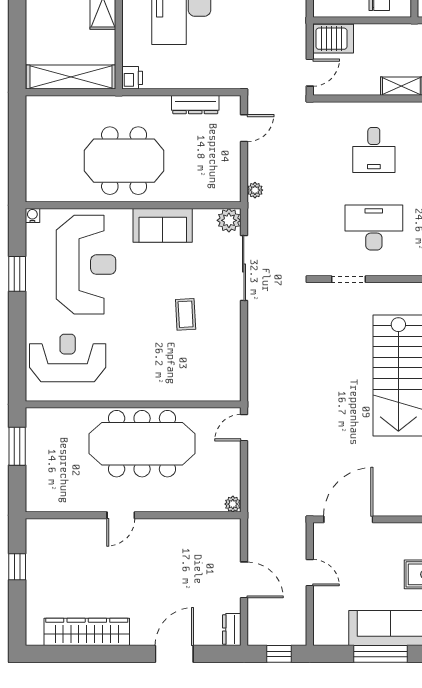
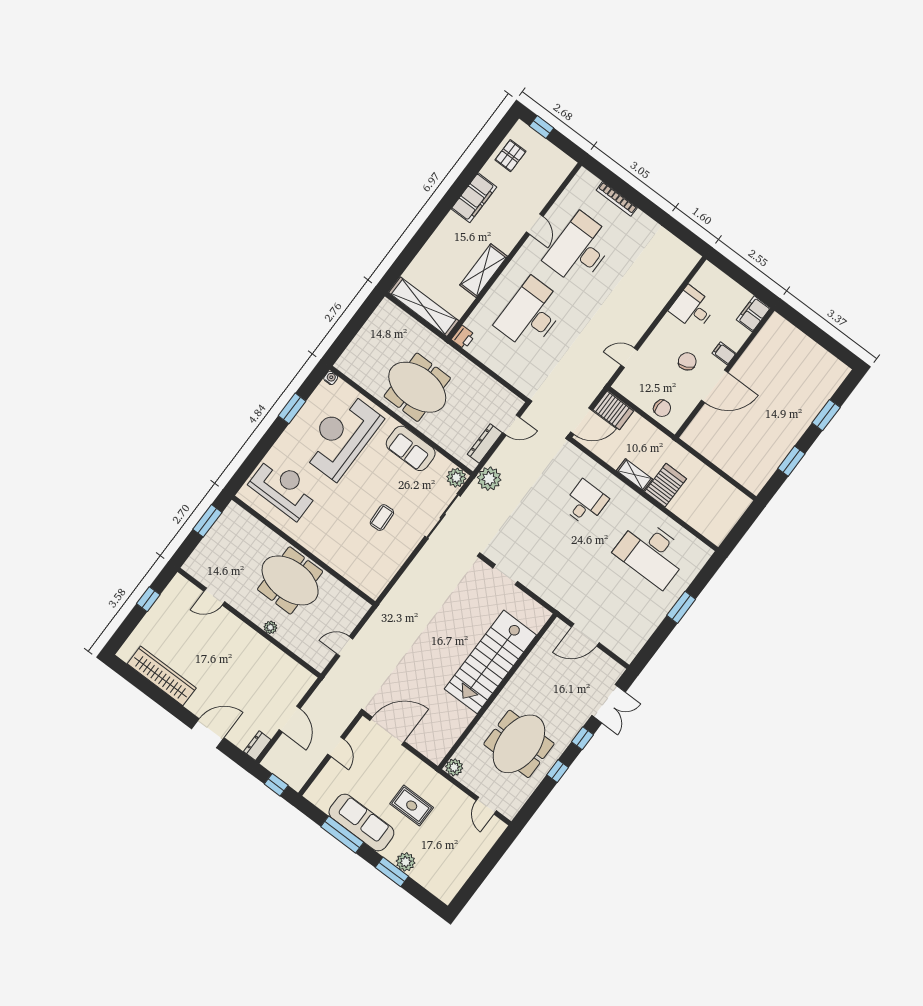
door: (310, 73) -> (581, 421), width x1.38
dresser: (195, 105) -> (485, 444), moved, turned 90
desk: (374, 150) -> (585, 503), turned 180
plant: (255, 190) -> (489, 479), width x1.87, depth x1.87
desk: (374, 228) -> (547, 553), removed
reception desk: (86, 265) -> (341, 436), turned 180
door: (244, 428) -> (345, 646), moved
meeting table: (142, 444) -> (290, 580), width x0.73
plant: (233, 504) -> (270, 627), moved
door: (121, 515) -> (214, 597), moved

